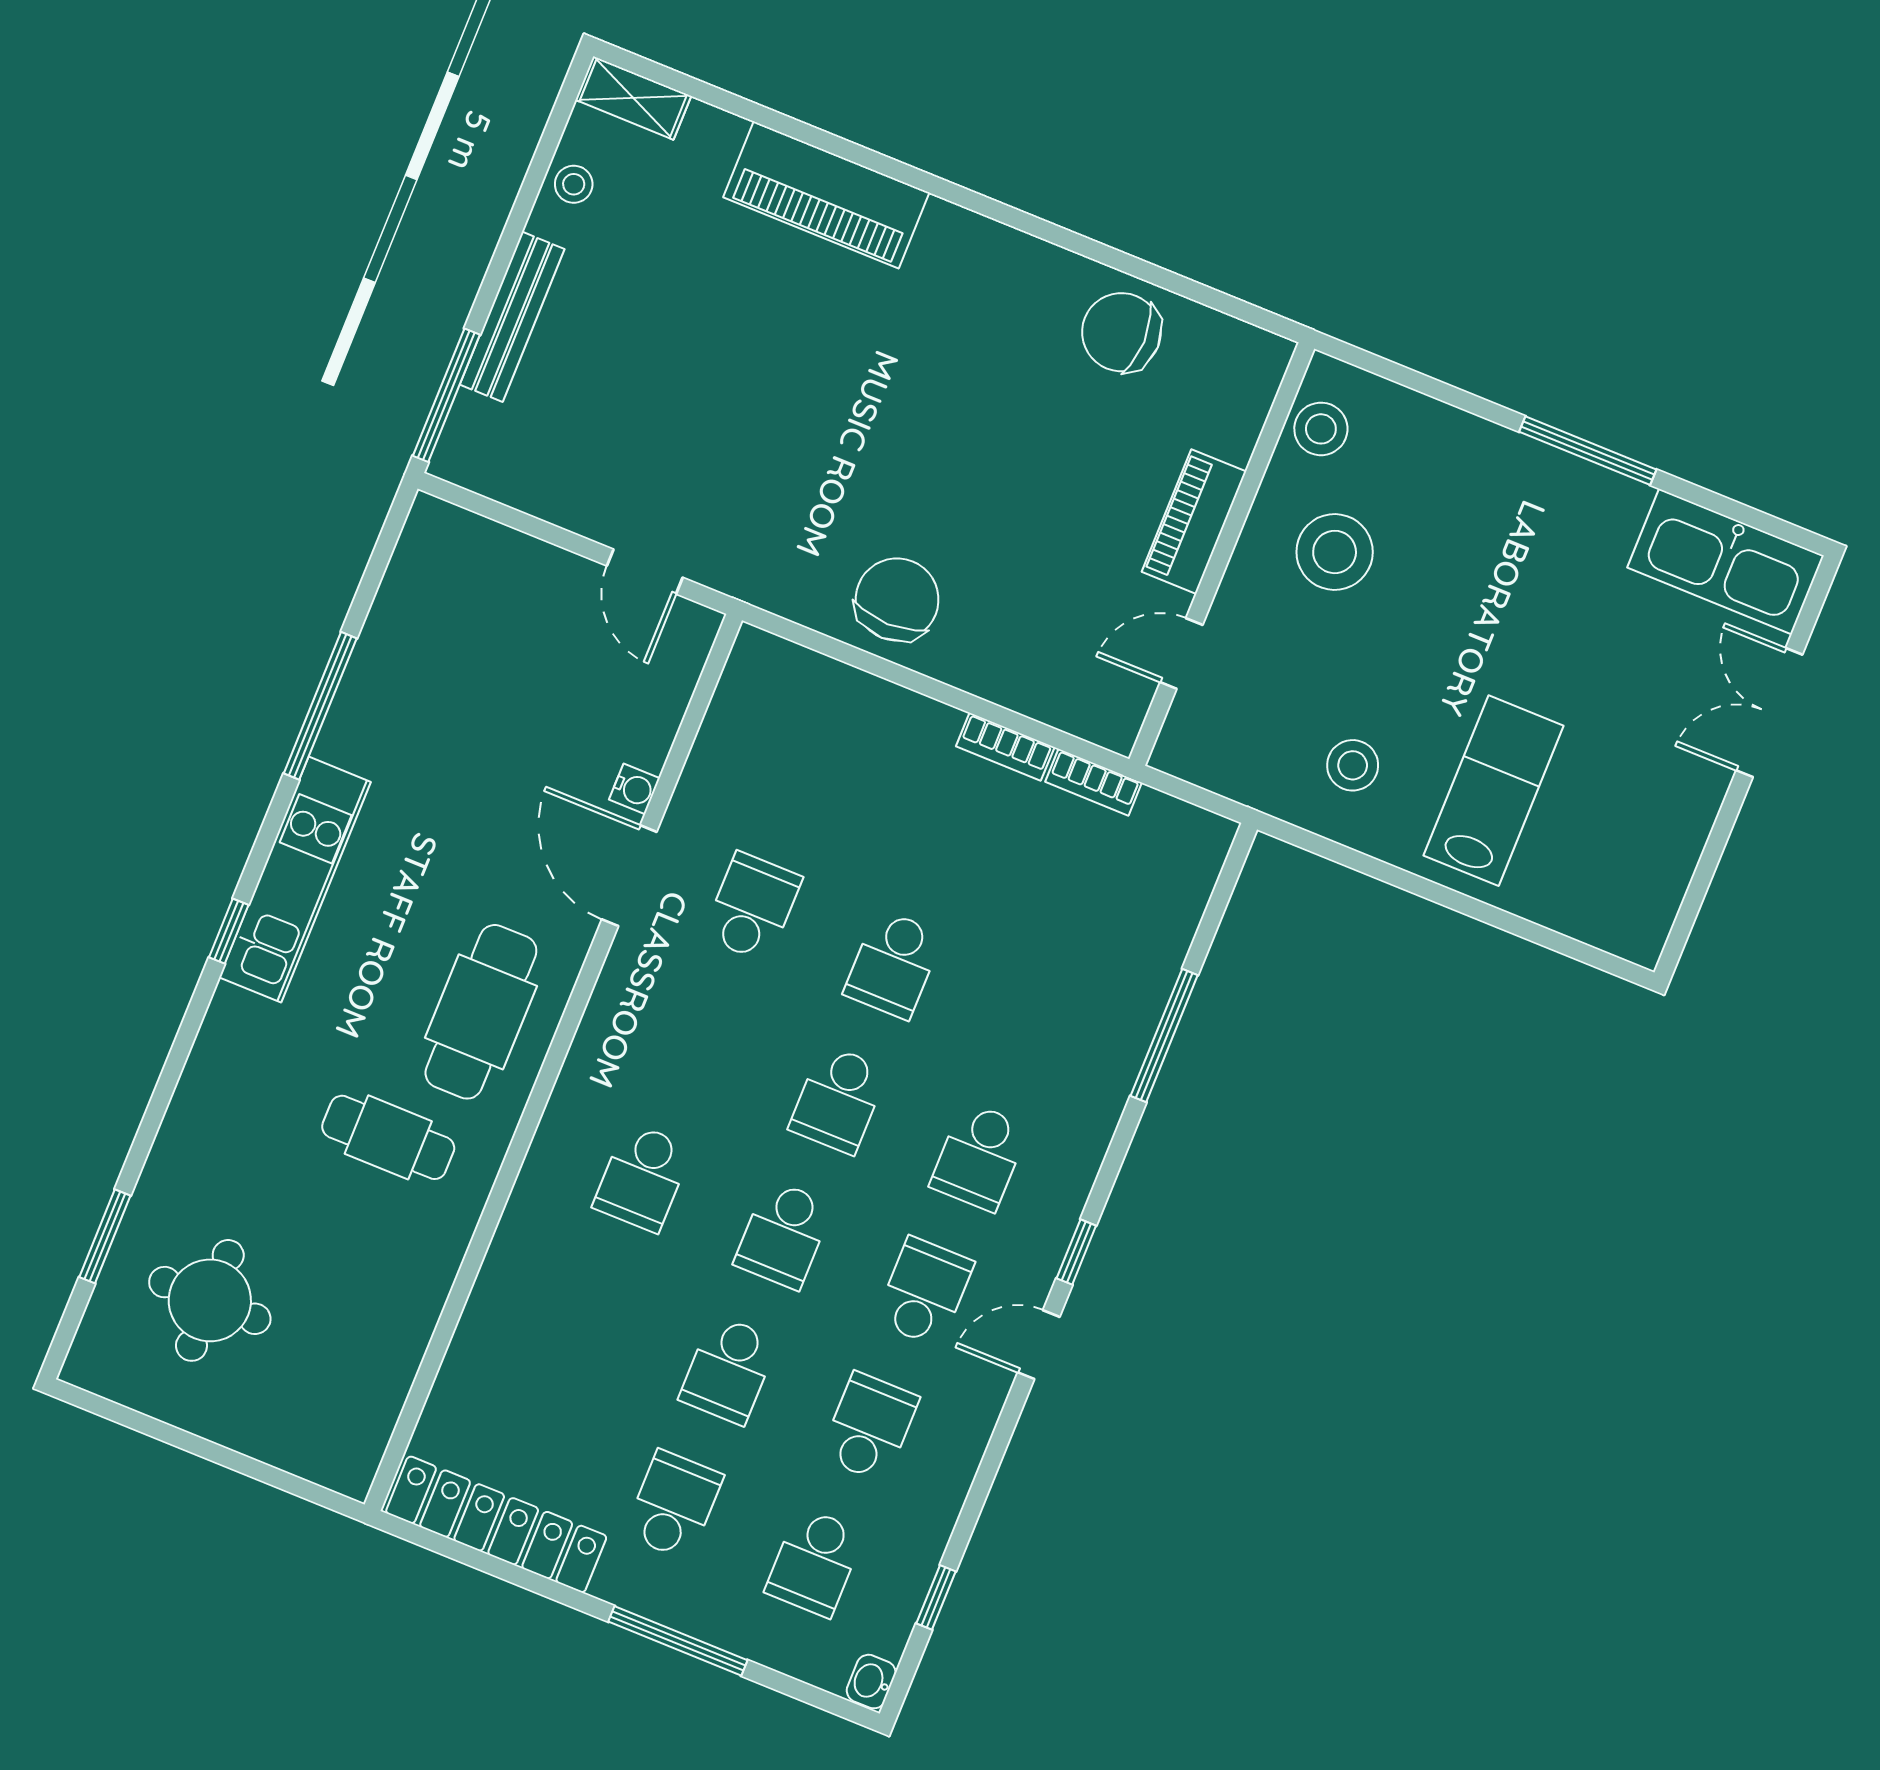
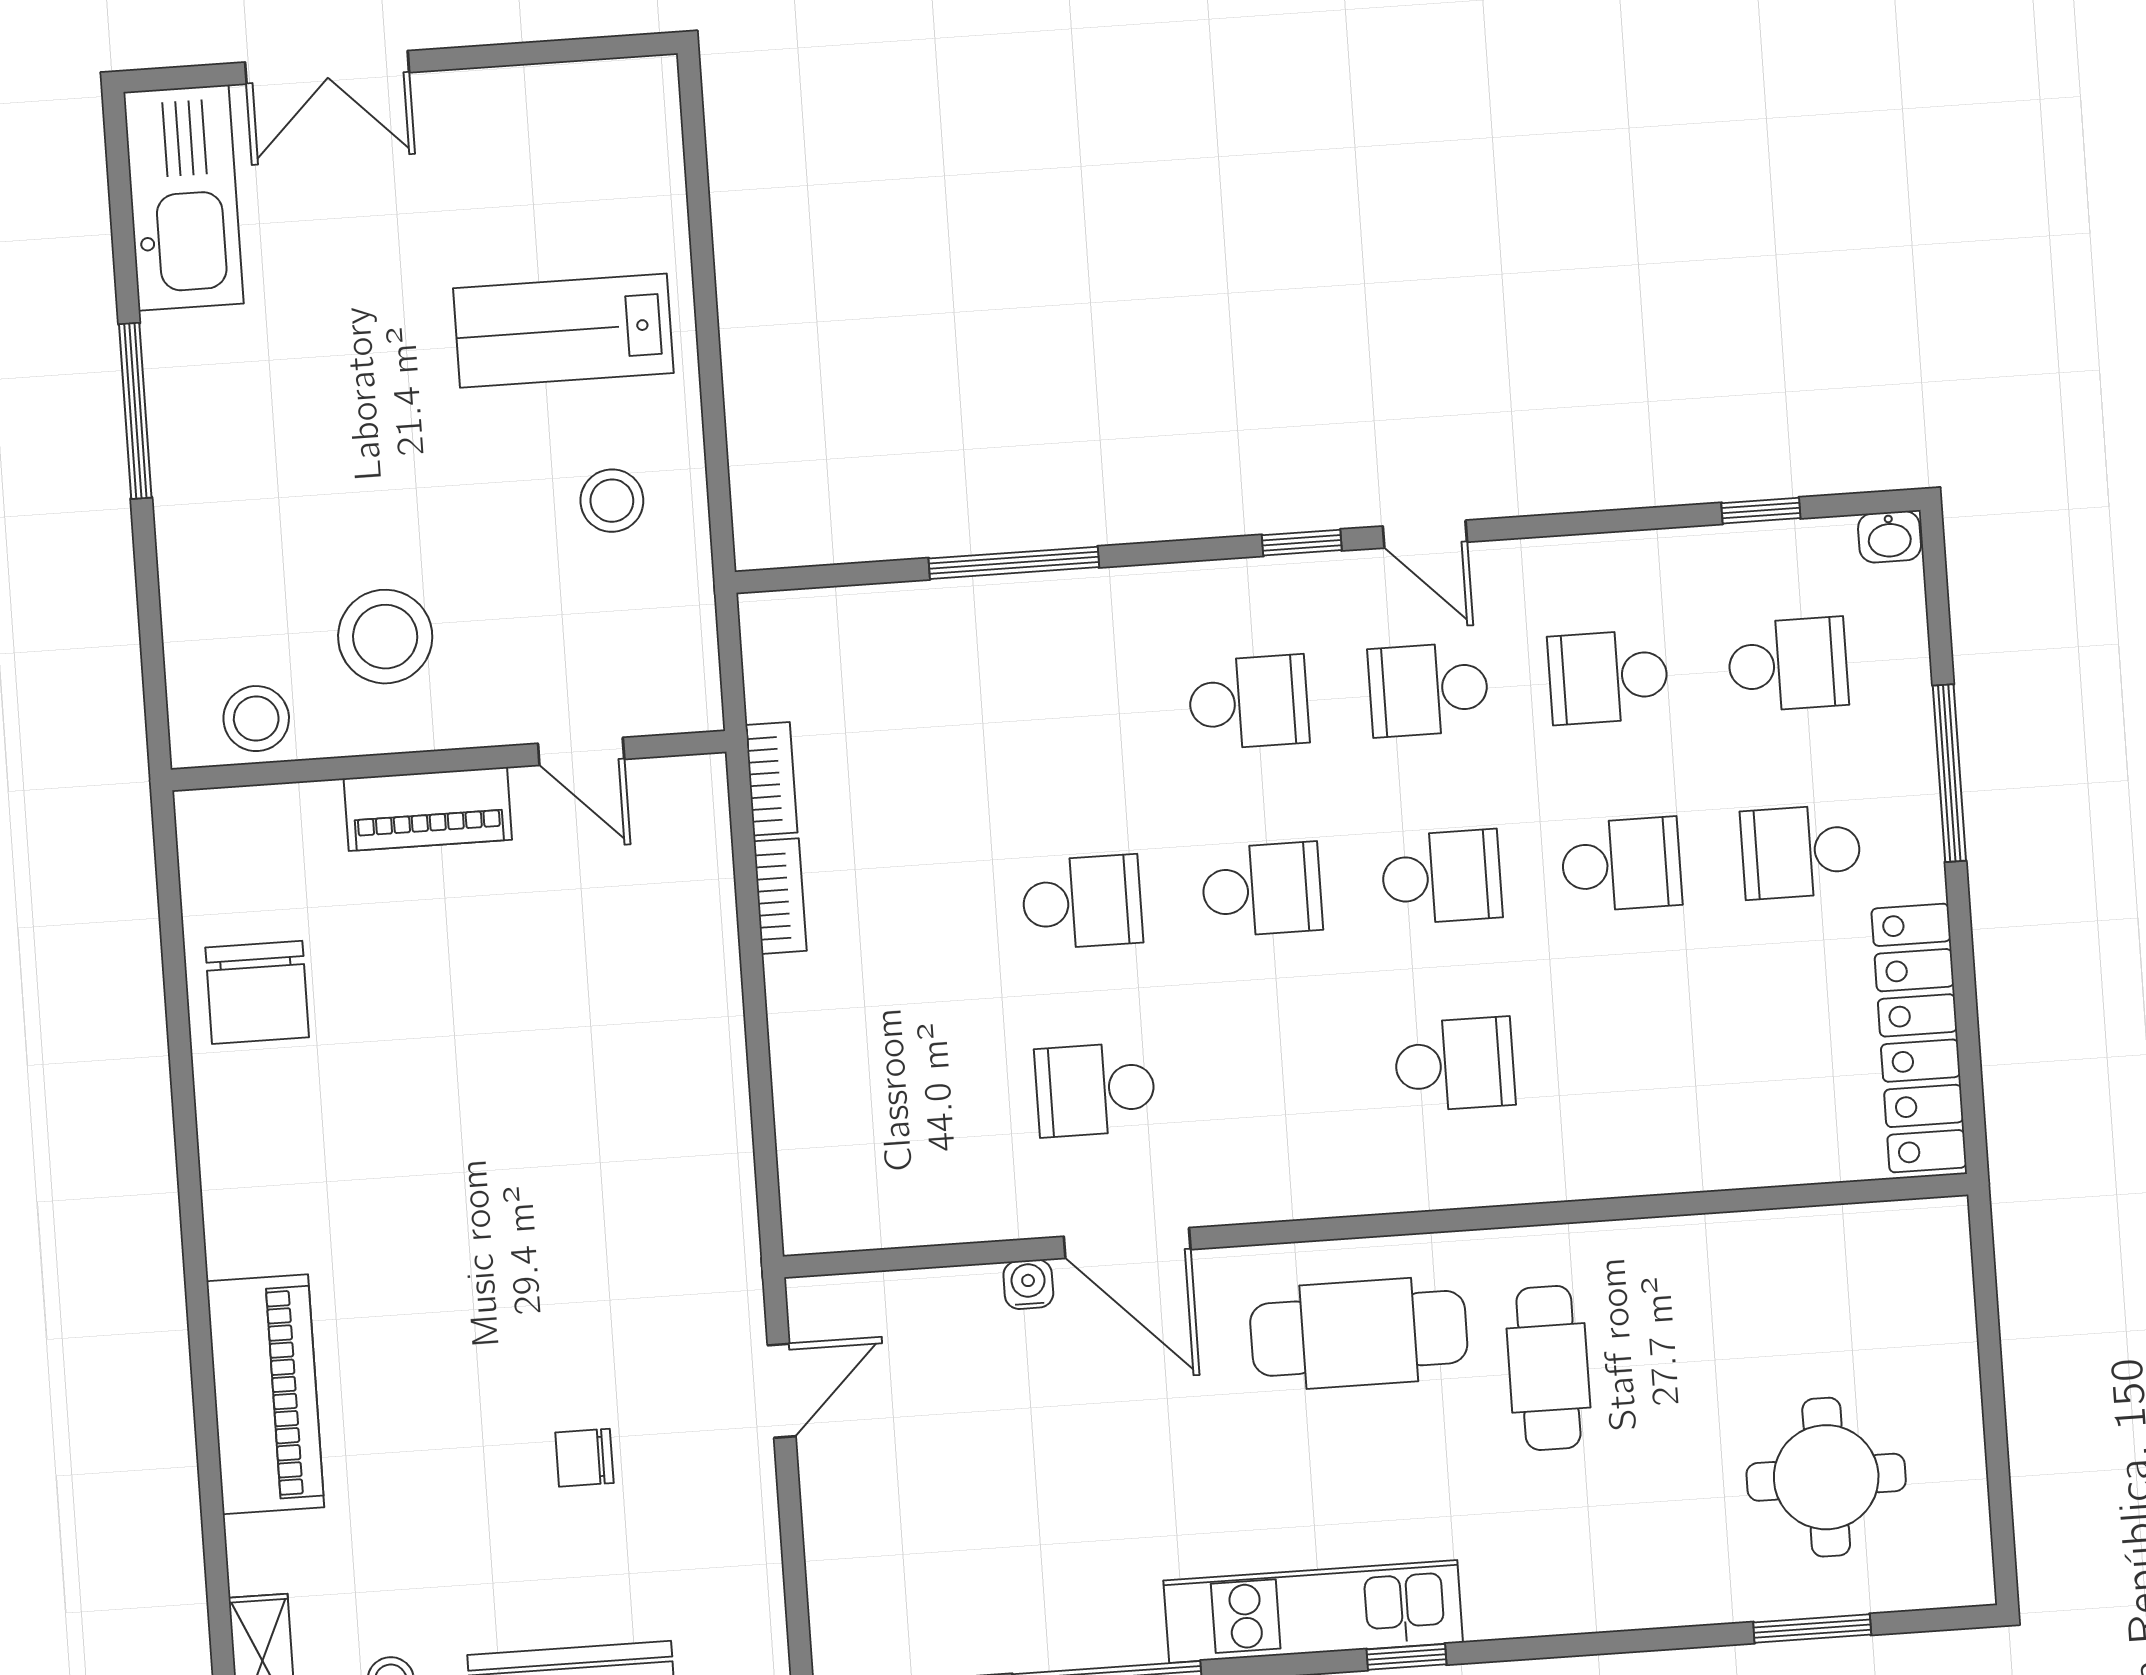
chair: (897, 600) -> (584, 1458), moved, width x0.54, depth x0.54
door: (629, 876) -> (1127, 1243), hinge flipped

